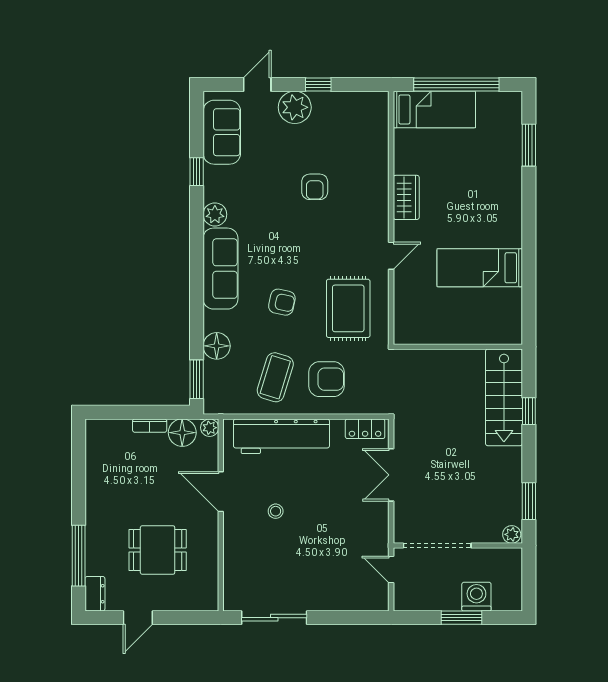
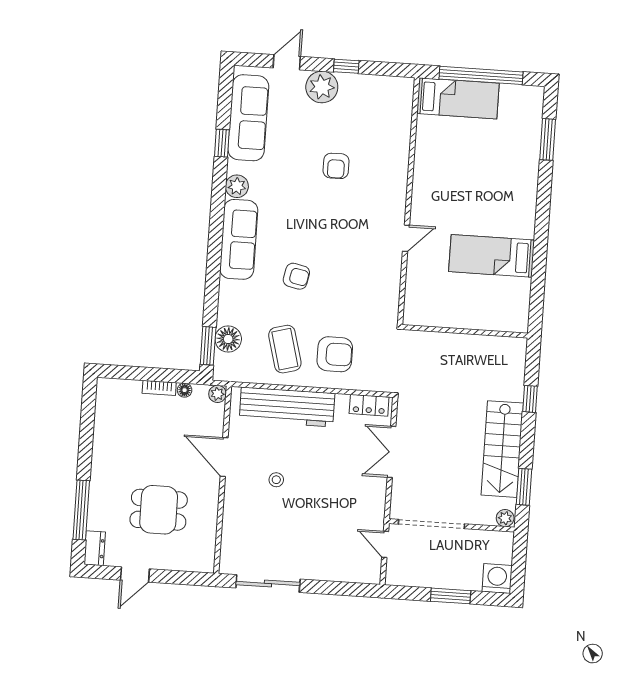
sofa: (222, 132) -> (248, 118), width x1.36
wardrobe: (406, 197) -> (425, 182), removed
rug: (348, 308) -> (361, 287), removed
floor lamp: (217, 346) -> (228, 339), moved
coffee table: (275, 377) -> (285, 349), turned -32
stairs: (504, 397) -> (502, 449), moved
floor lamp: (182, 433) -> (185, 390), width x0.53, depth x0.53
washing machine: (476, 597) -> (497, 579), moved

